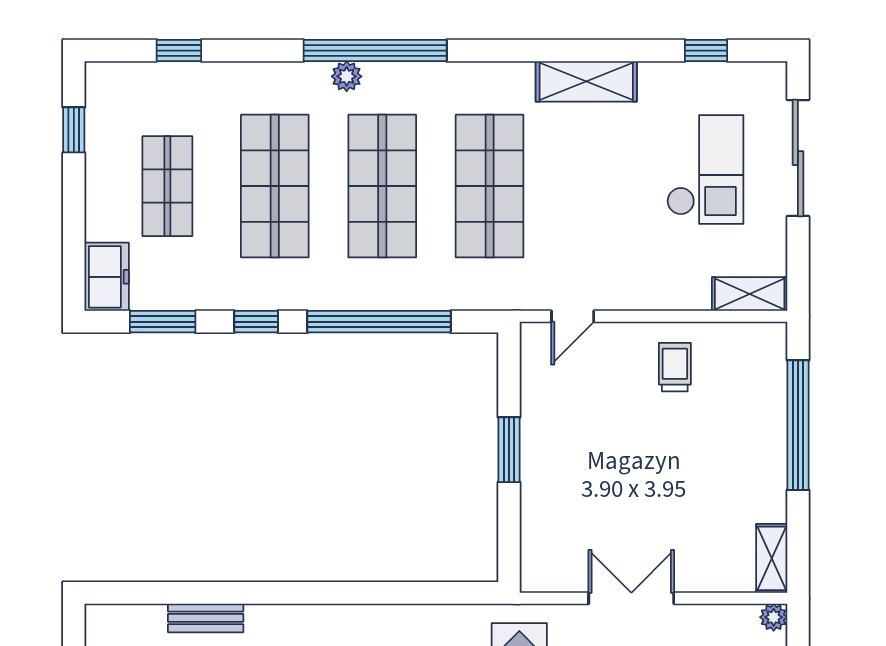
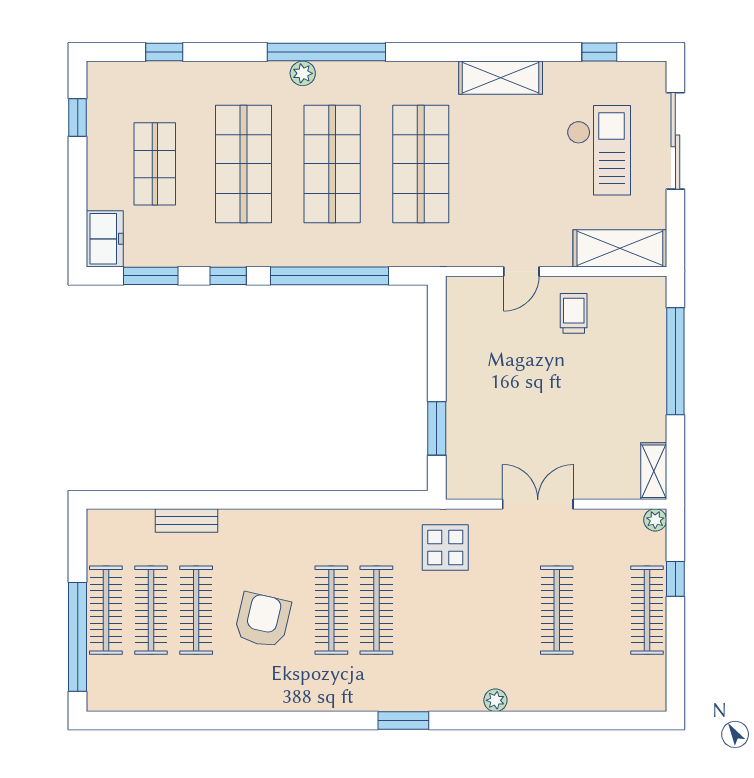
shelving: (750, 294) -> (620, 248), width x1.50, depth x1.33
door: (573, 316) -> (521, 271), moved
window: (509, 450) -> (437, 428), moved

